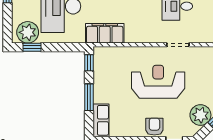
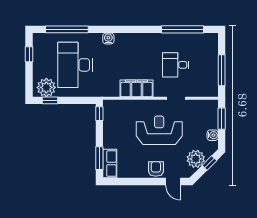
filing cabinet: (105, 33) -> (136, 88), moved
window: (89, 97) -> (99, 158), moved

